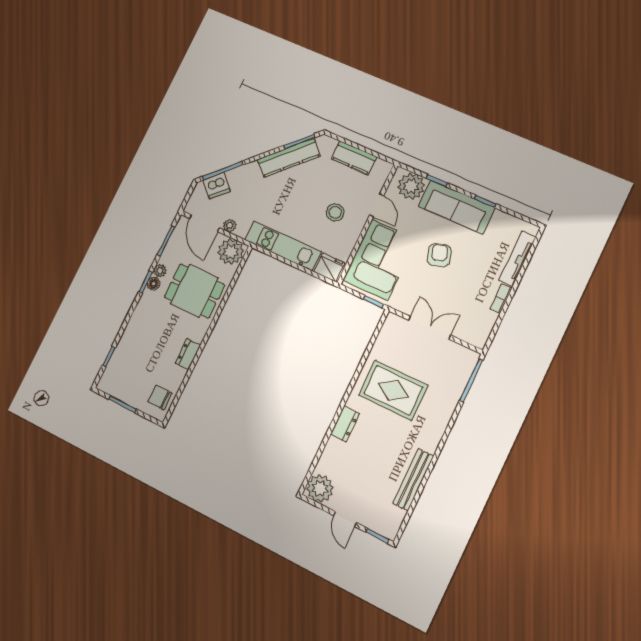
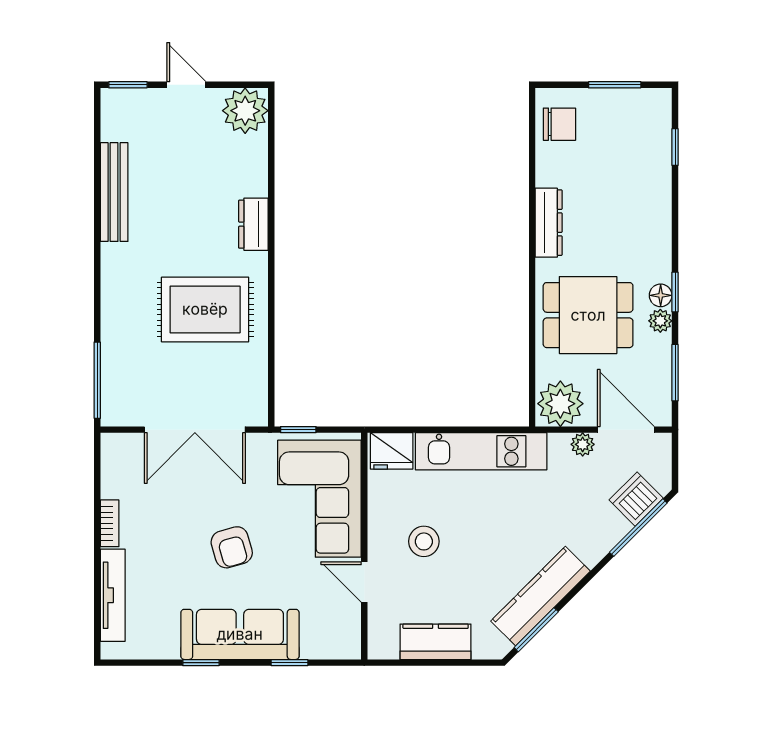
plant: (411, 186) -> (325, 636), removed
double door: (430, 328) -> (195, 430), width x1.37
dresser: (188, 354) -> (549, 223), width x1.44

